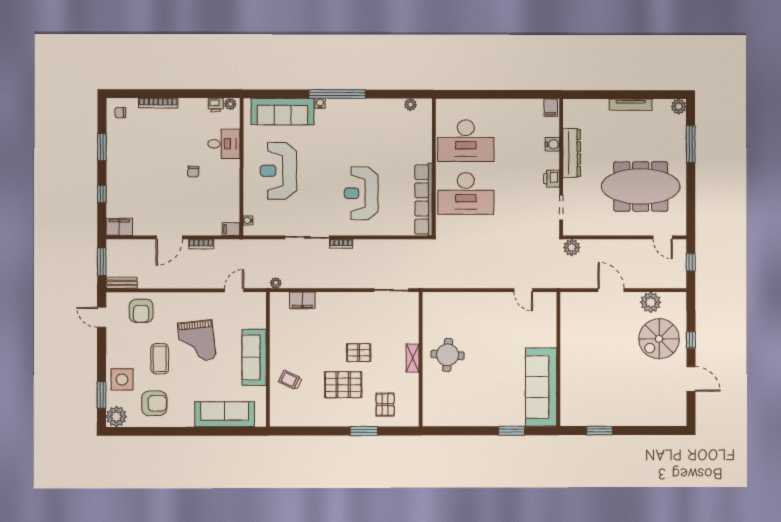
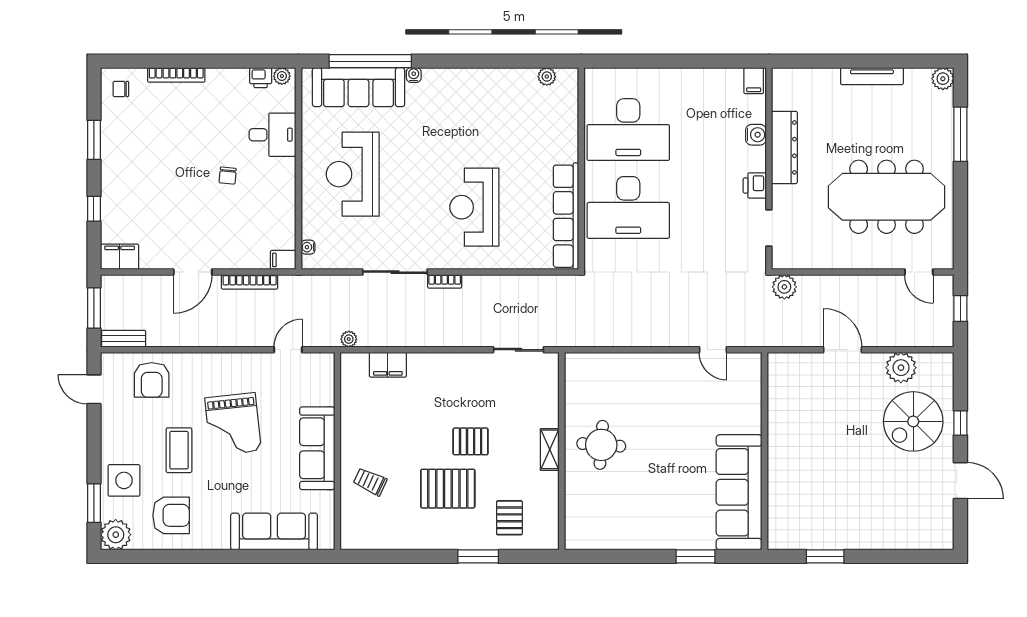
window: (337, 94) -> (370, 61), moved
bookcase: (201, 244) -> (250, 282), width x1.56

